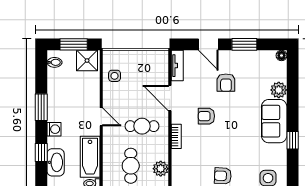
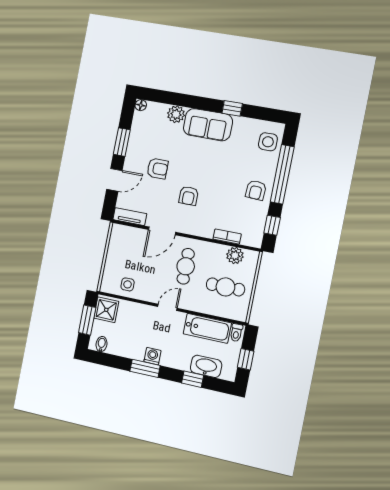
washing machine: (54, 129) -> (152, 356), moved
bookcase: (176, 136) -> (227, 237), moved

